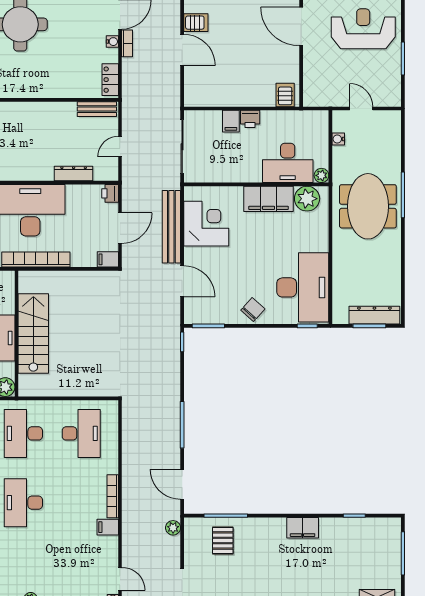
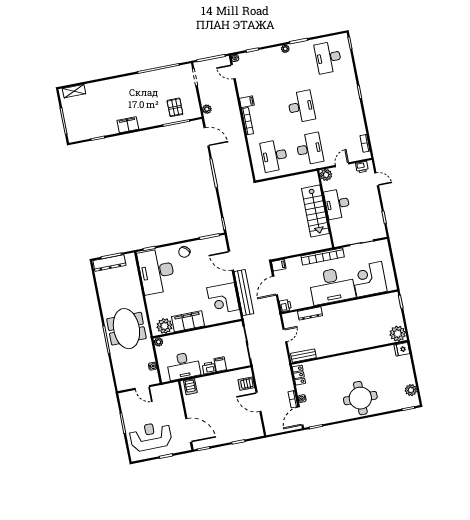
server rack: (196, 23) -> (246, 384), moved
reception desk: (363, 29) -> (151, 436), turned 180
desk: (288, 163) -> (183, 366), moved, turned 180

